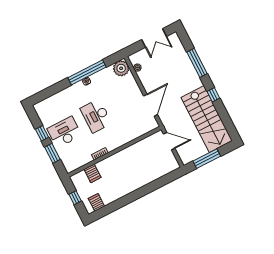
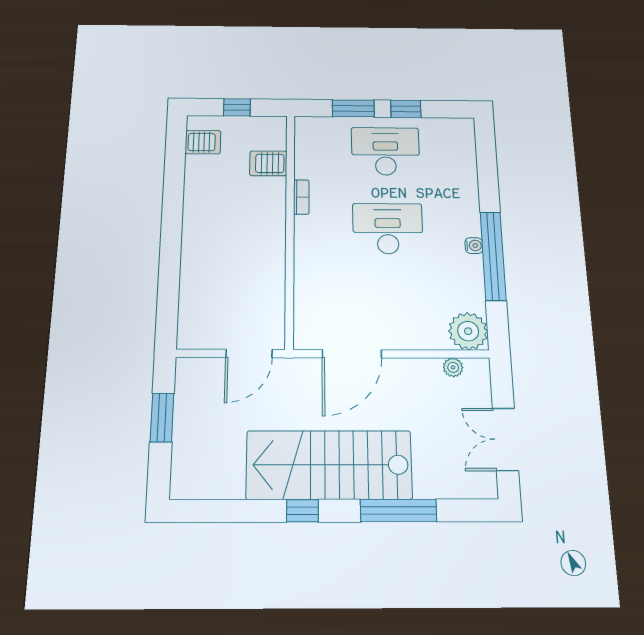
door: (151, 105) -> (352, 354), hinge flipped
stairs: (207, 119) -> (329, 465), moved
desk: (64, 132) -> (385, 151), turned -90
window: (207, 159) -> (162, 417), width x0.69

